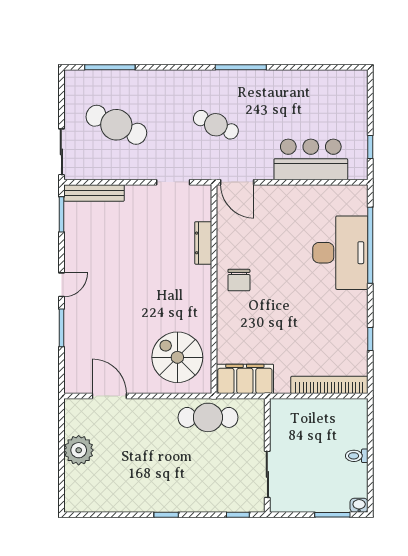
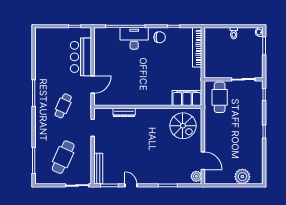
door: (237, 182) -> (93, 85), moved
desk: (340, 253) -> (134, 38), width x0.73, depth x0.77
chair: (239, 280) -> (160, 37), moved
door: (61, 285) -> (131, 185), moved
spiral stairs: (177, 357) -> (183, 126), turned -90
filing cabinet: (245, 379) -> (187, 98), moved, turned 90
plant: (79, 383) -> (196, 176), added
door: (109, 396) -> (203, 161), swing flipped
cafe table: (208, 417) -> (220, 97), moved
plant: (79, 450) -> (242, 177), moved

